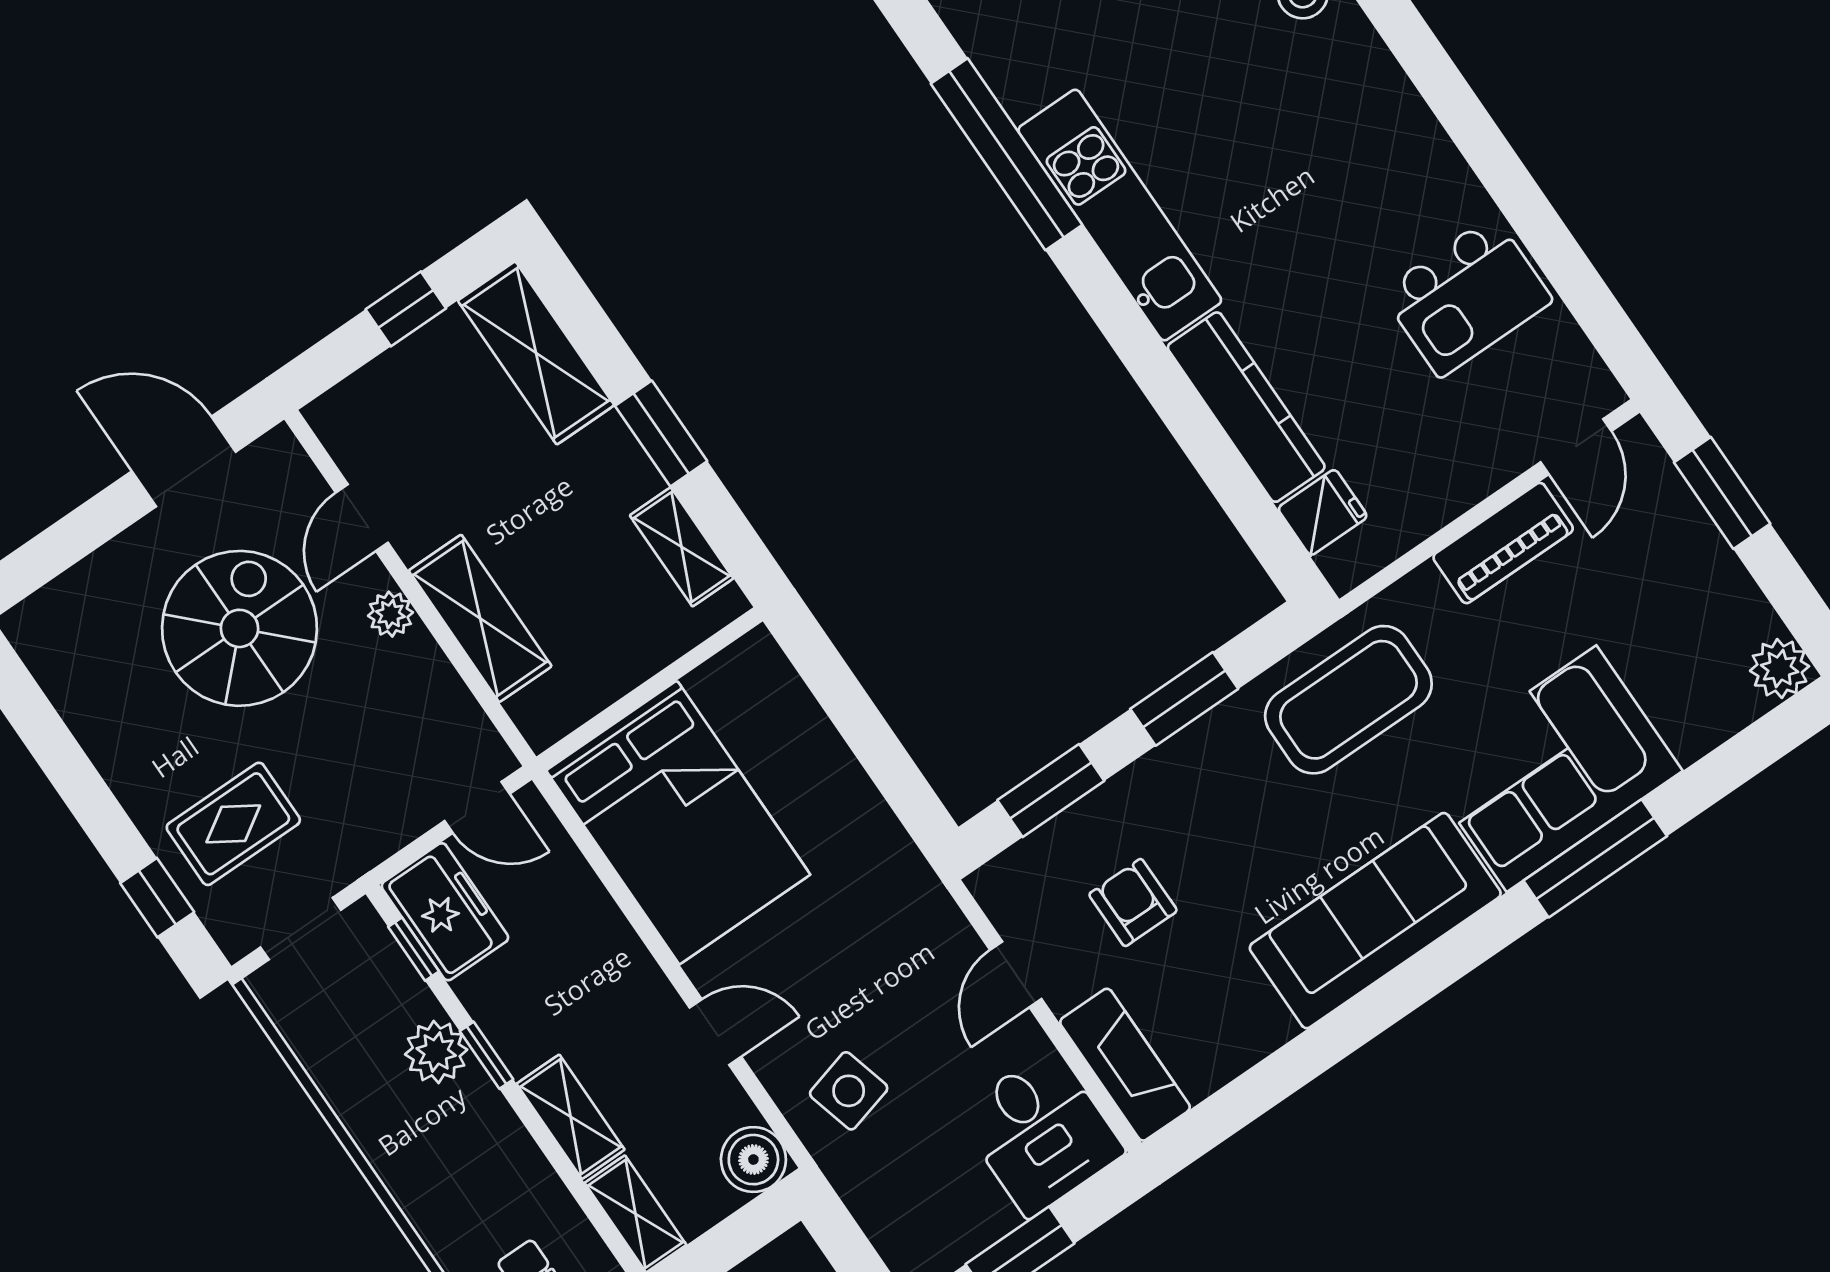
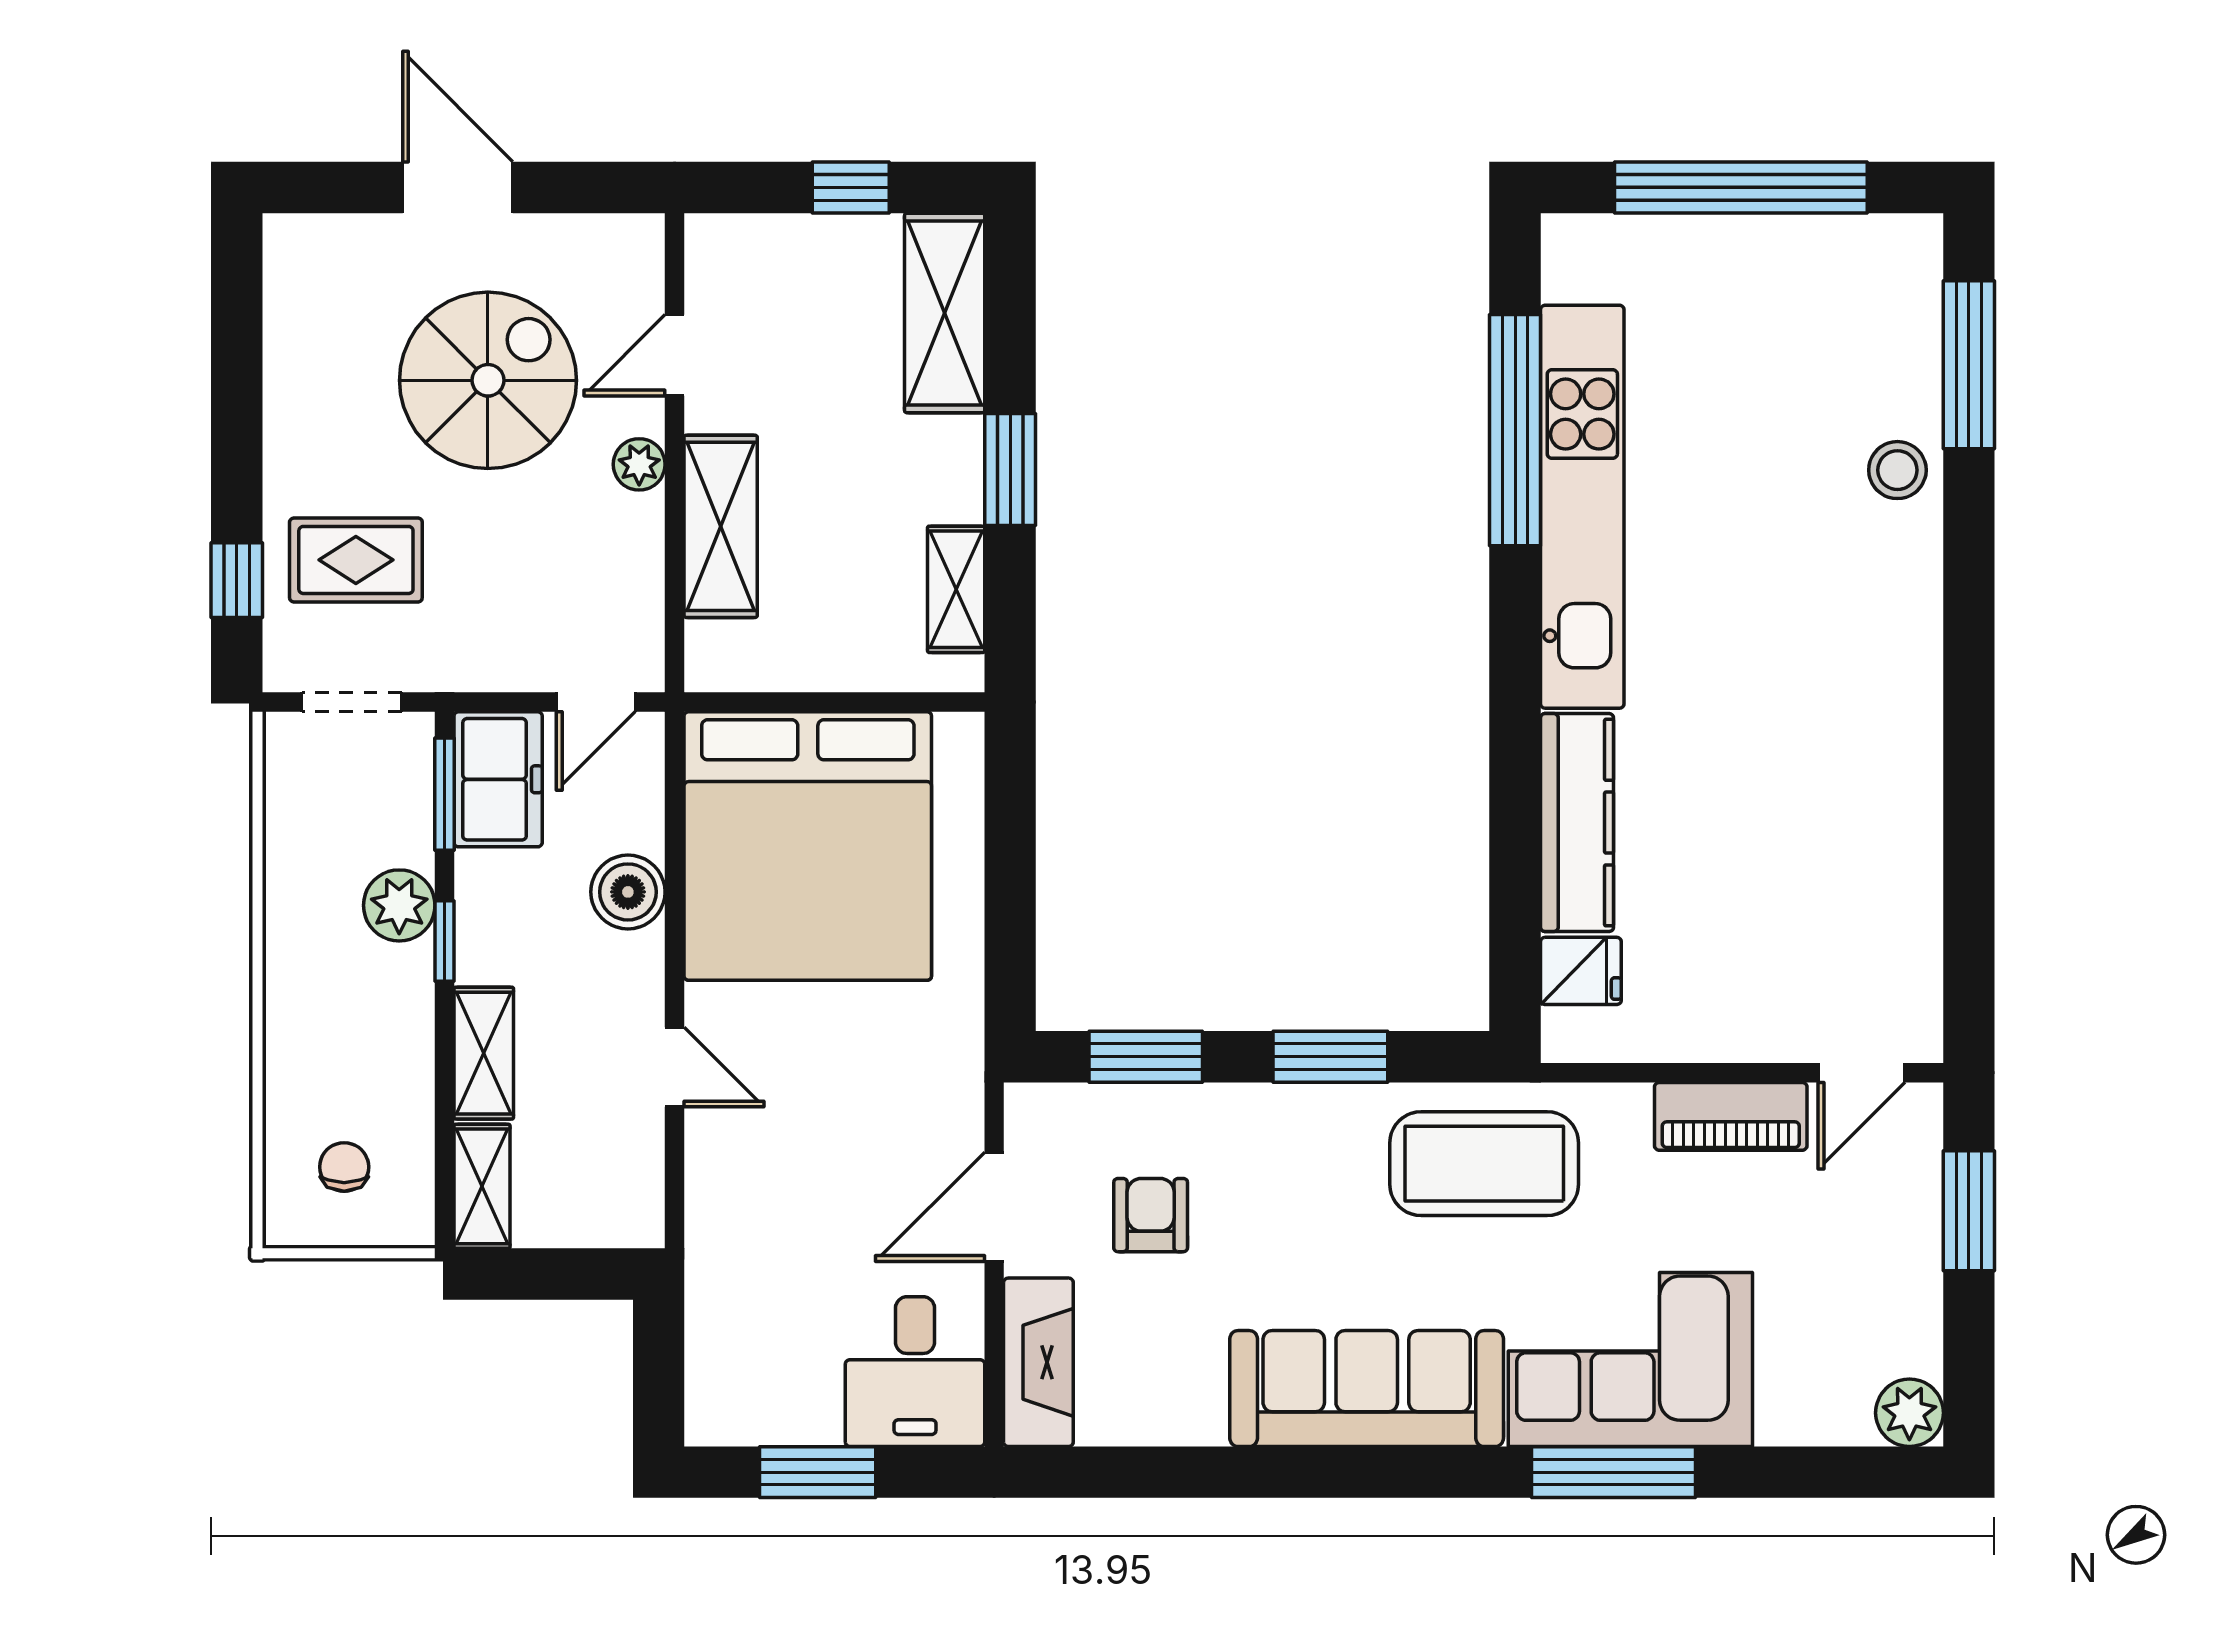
kitchen unit: (1120, 215) -> (1582, 507), width x1.36
kitchen island: (1467, 296) -> (1856, 861), removed
door: (184, 461) -> (458, 187), moved
door: (477, 807) -> (596, 702), hinge flipped
bed: (678, 822) -> (808, 846), width x1.36
window: (414, 949) -> (444, 794), width x1.50
door: (1016, 974) -> (994, 1207), width x1.37
side table: (849, 1091) -> (762, 1208), removed
boiler: (753, 1160) -> (628, 892), moved

